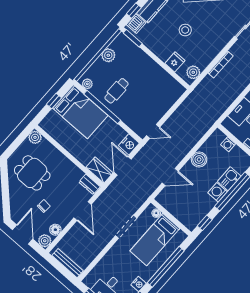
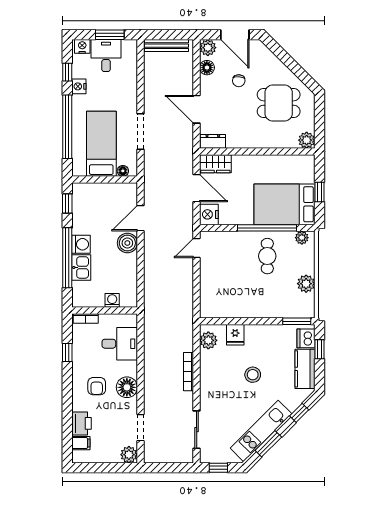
boiler: (199, 159) -> (127, 243), moved

